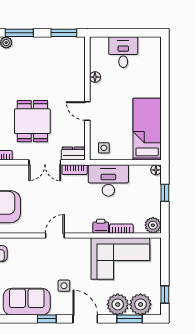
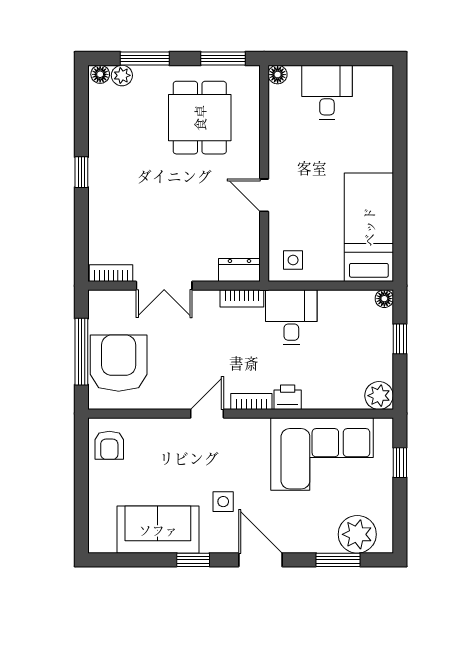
floor lamp: (95, 77) -> (278, 75), moved
dining table: (32, 121) -> (200, 118), moved
double door: (45, 162) -> (164, 286), moved
desk: (108, 180) -> (291, 317), width x0.73
bookcase: (121, 229) -> (251, 401), moved
window: (165, 294) -> (400, 463), moved
plant: (118, 304) -> (317, 534), removed

